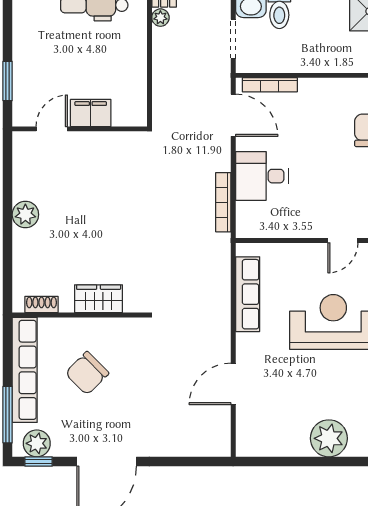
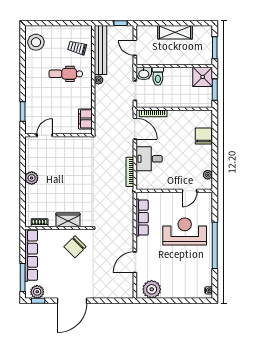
filing cabinet: (91, 113) -> (85, 119), moved, turned -90
chair: (87, 373) -> (75, 247), moved
plant: (329, 438) -> (152, 289), moved

